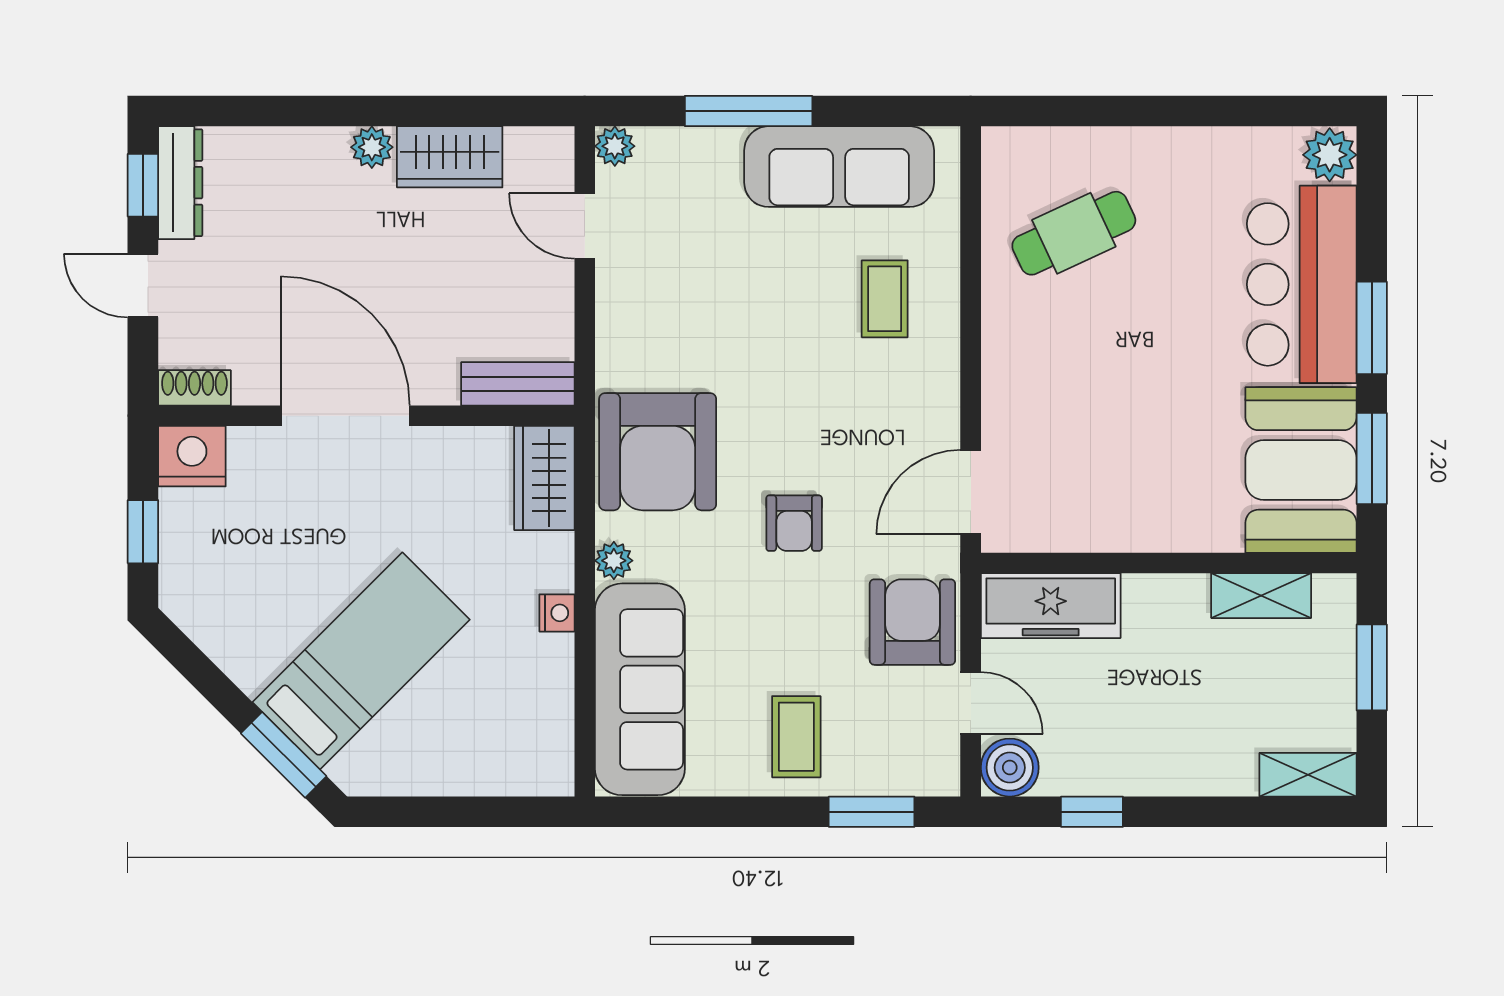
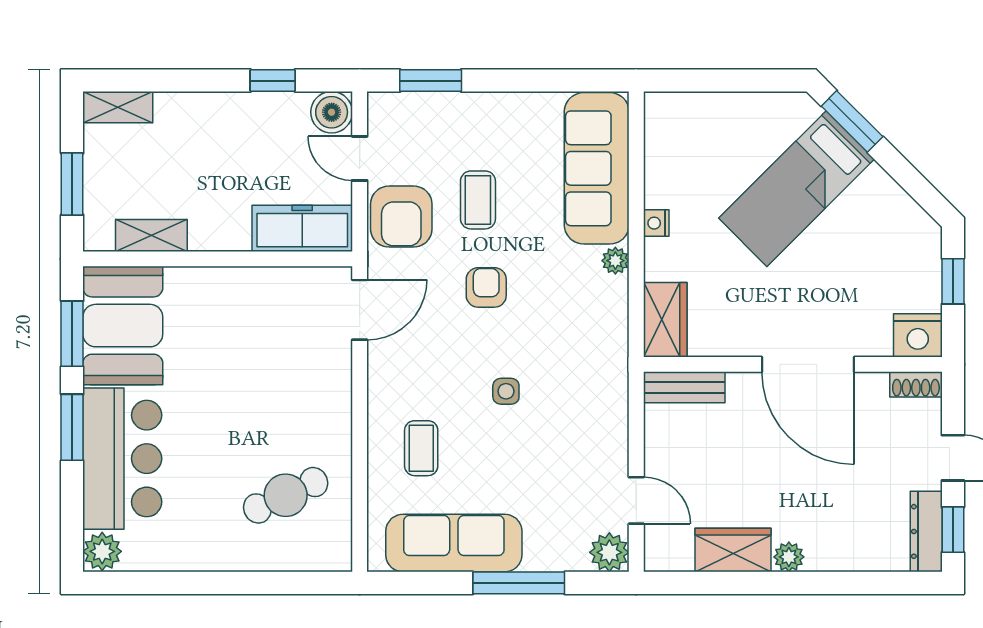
plant: (615, 146) -> (609, 552), width x1.38, depth x1.38
side table: (766, 378) -> (506, 391), added
armchair: (658, 452) -> (584, 339), removed
coffee table: (796, 737) -> (478, 200), moved

